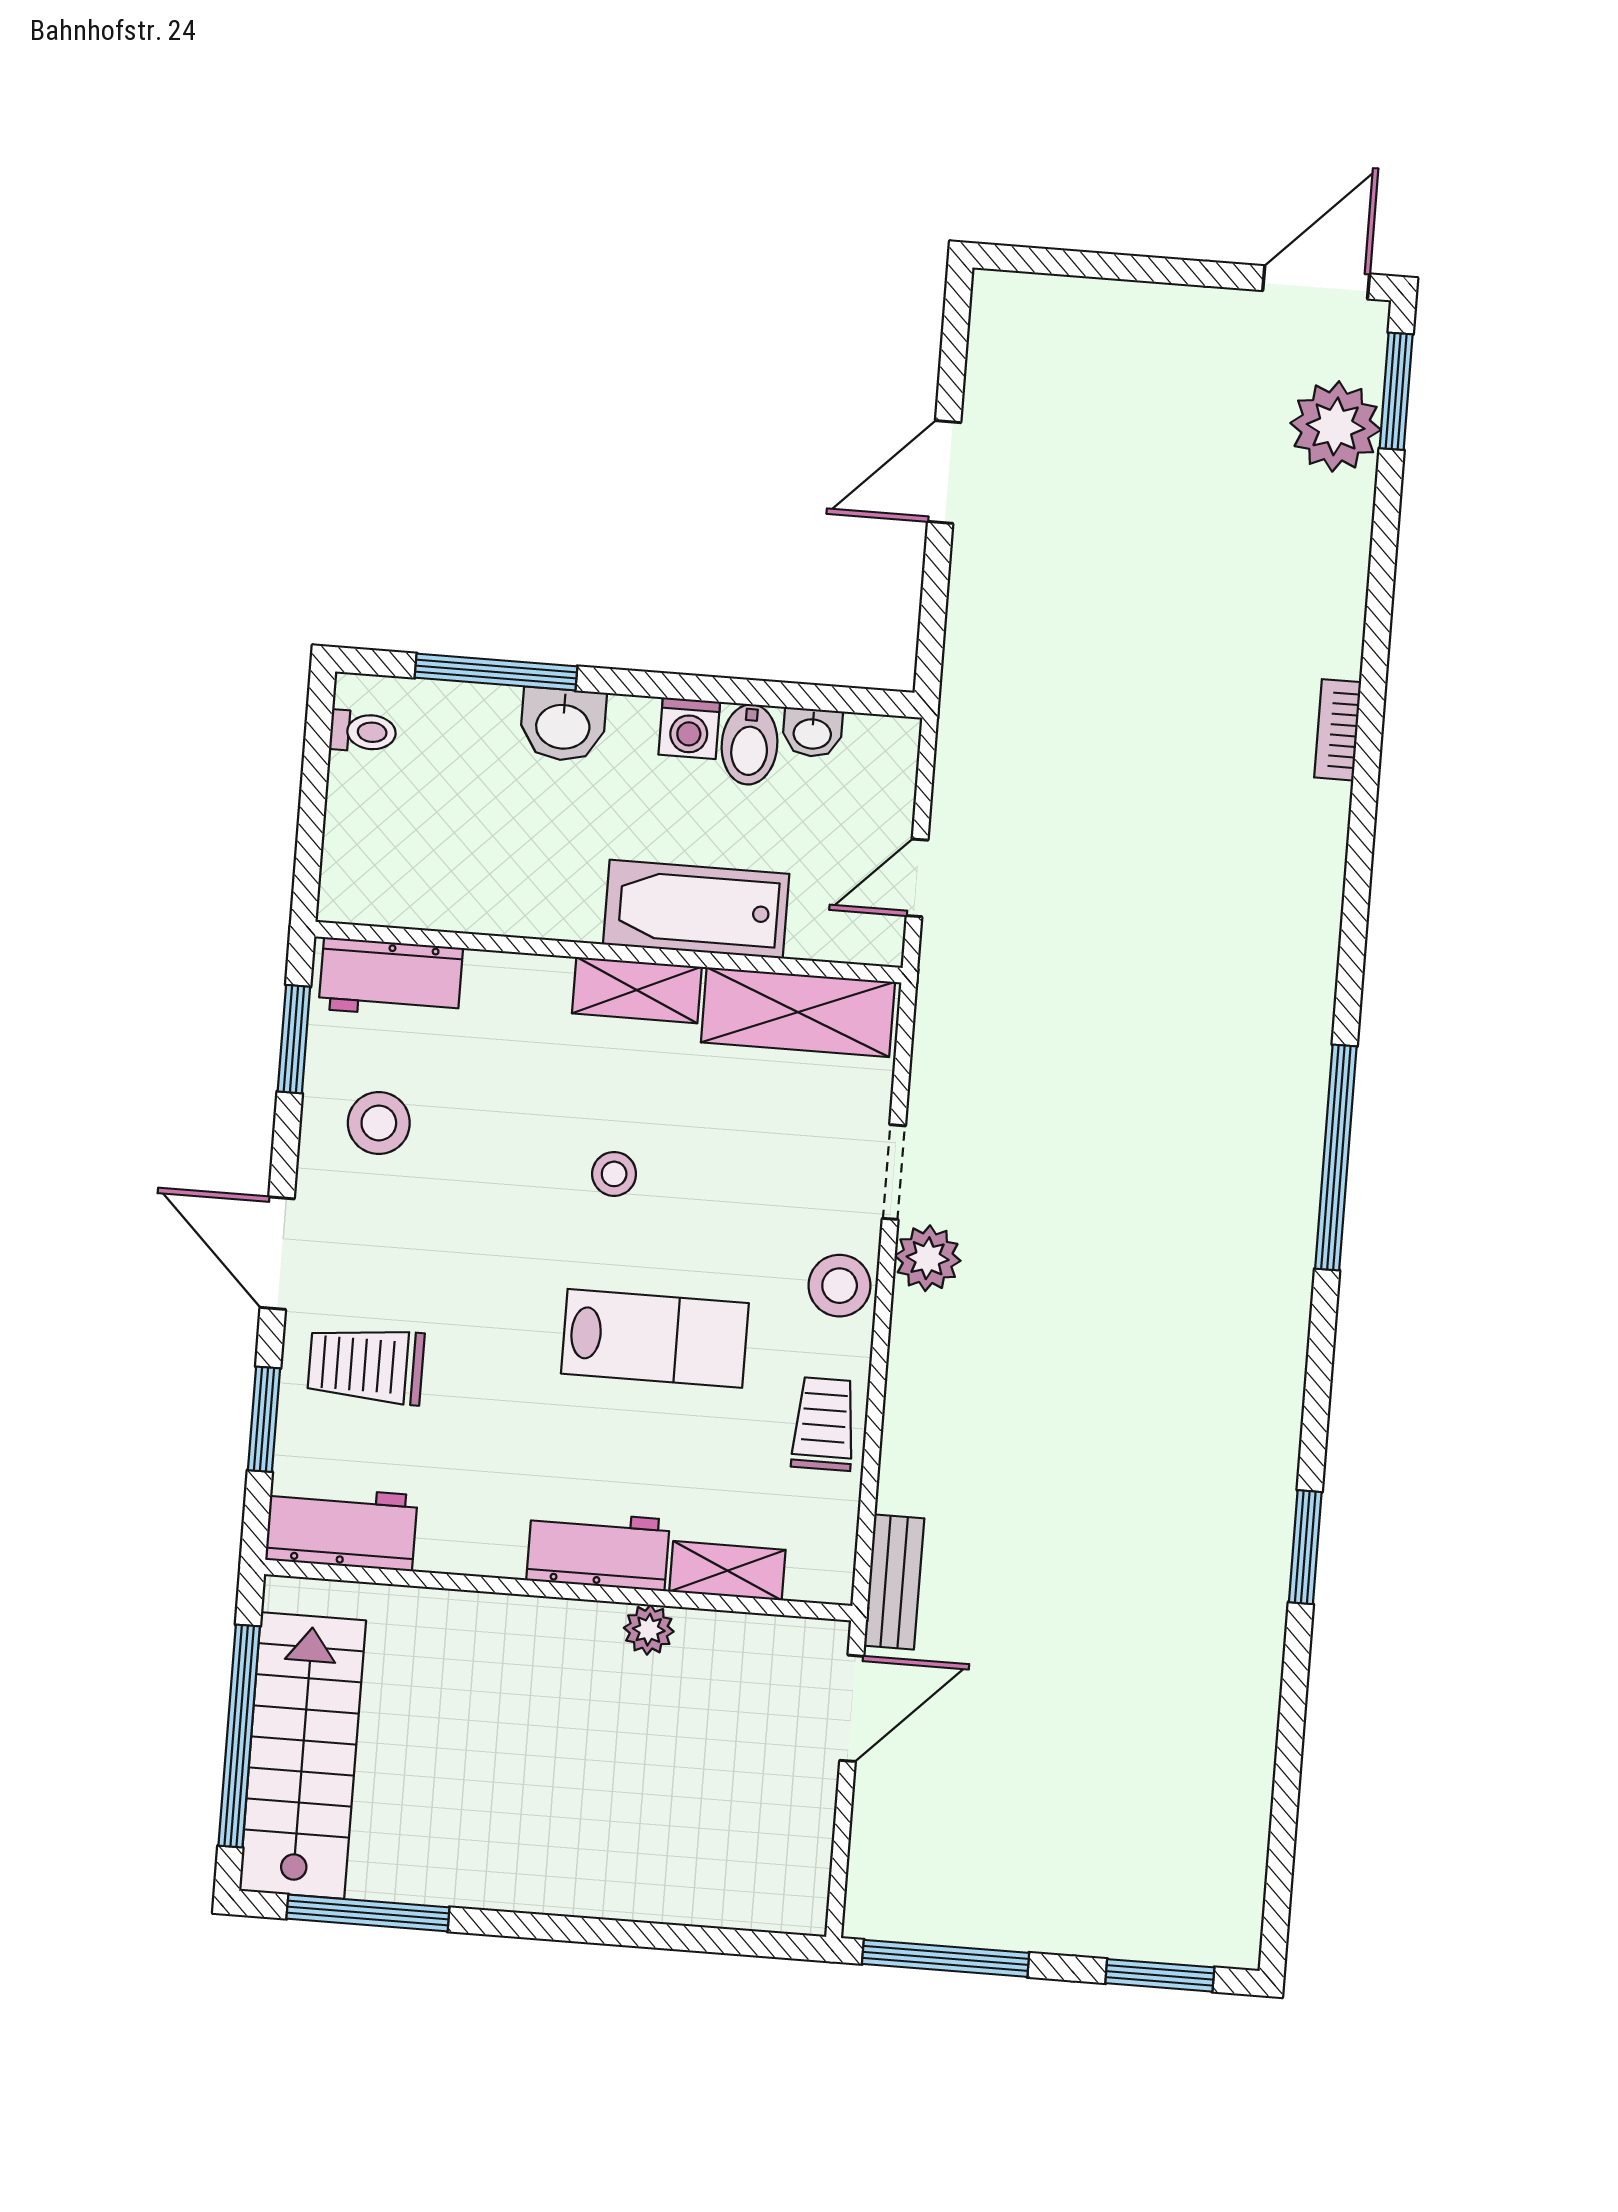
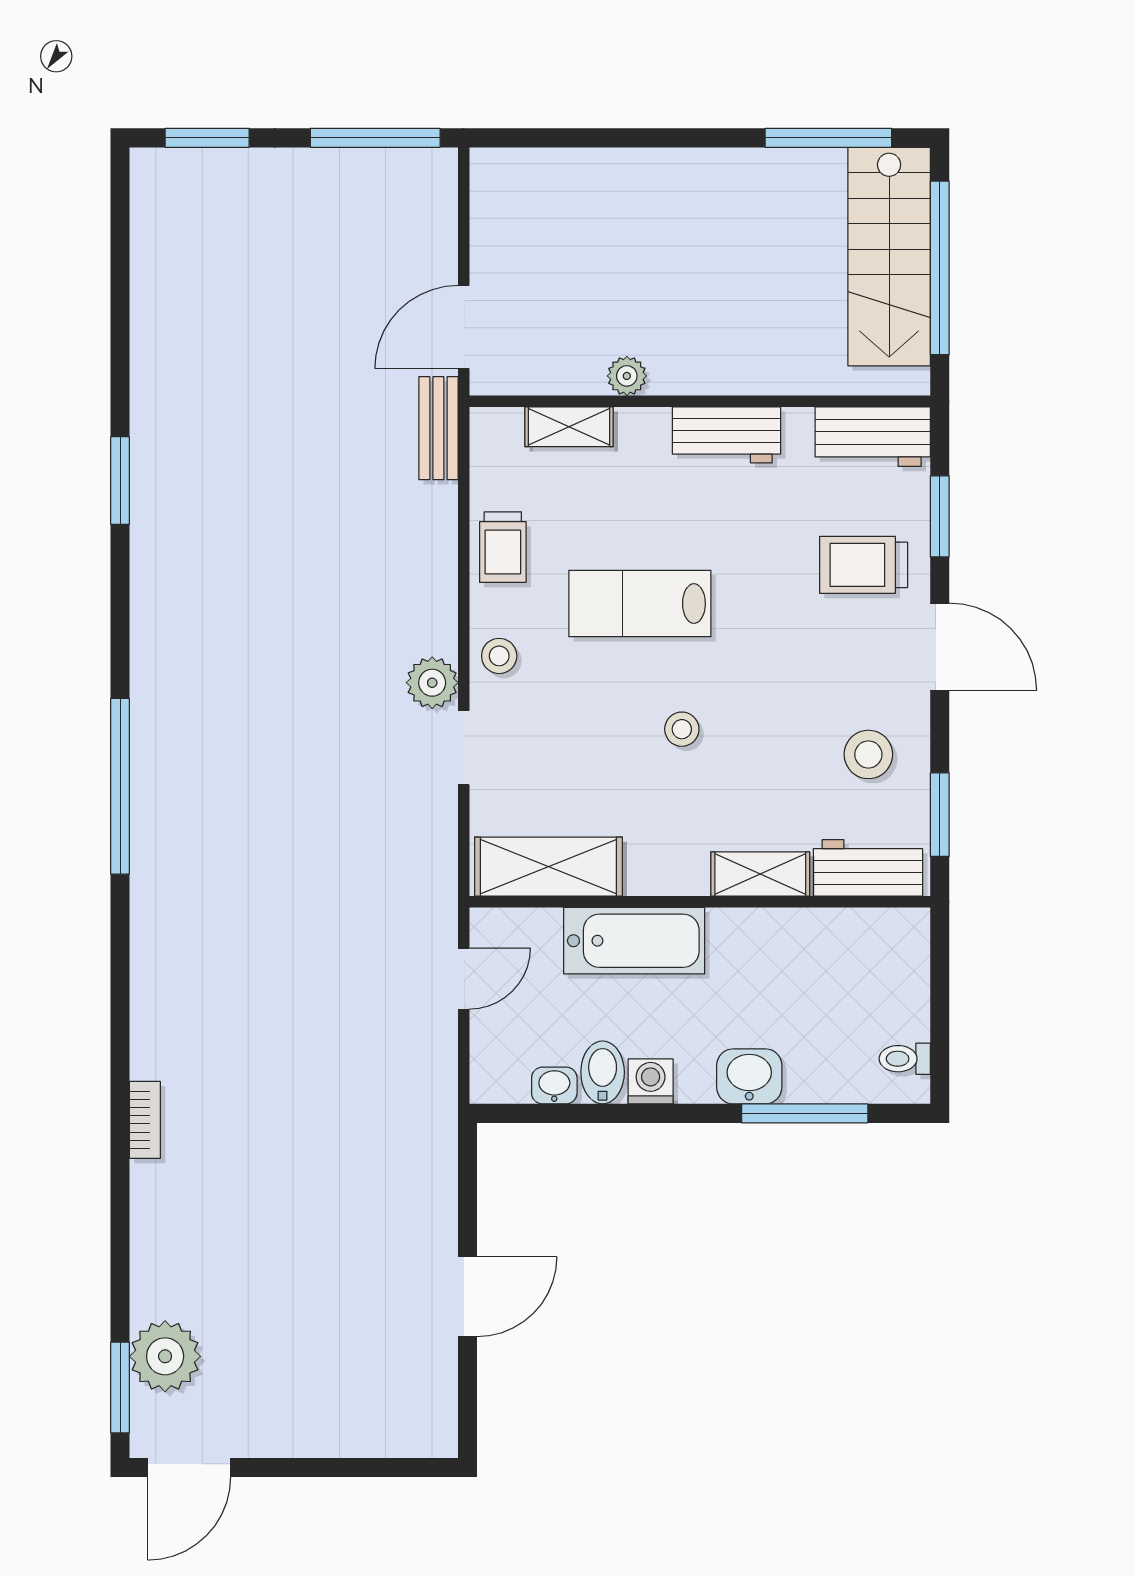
shelving: (637, 990) -> (760, 874), moved
stool: (840, 1286) -> (499, 656), width x0.73, depth x0.73
trolley: (366, 1365) -> (864, 565), turned 180
workbench: (598, 1550) -> (727, 435), moved

